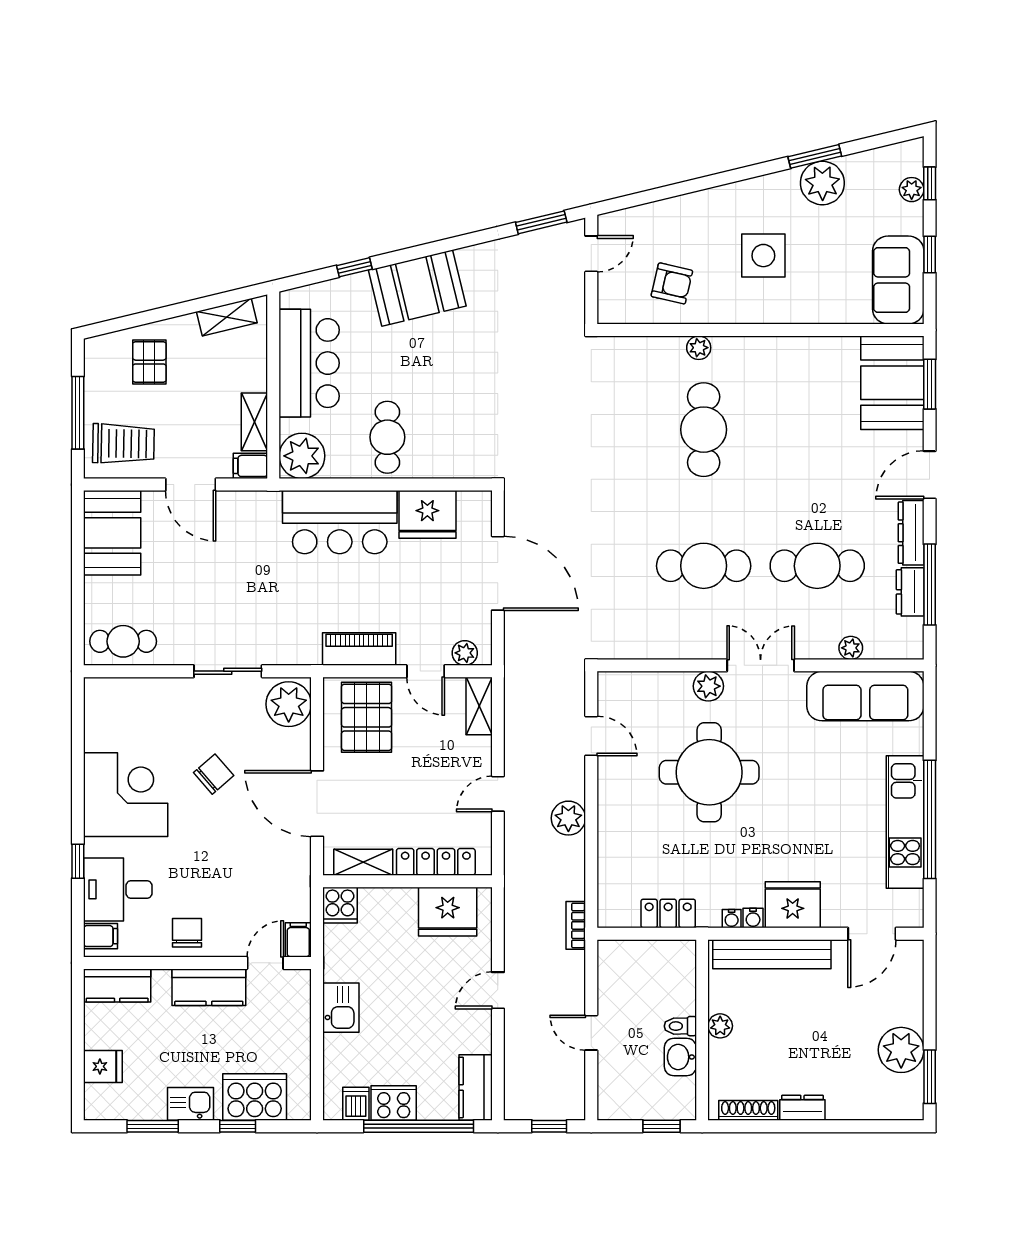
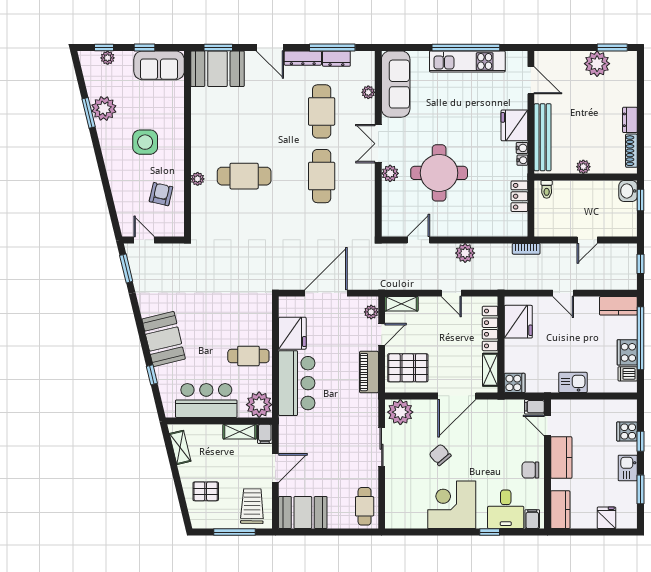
toilet: (680, 1026) -> (547, 189), moved
washbasin: (680, 1057) -> (628, 191), moved, turned 90
cooker: (255, 1097) -> (627, 431), width x0.53, depth x0.76

